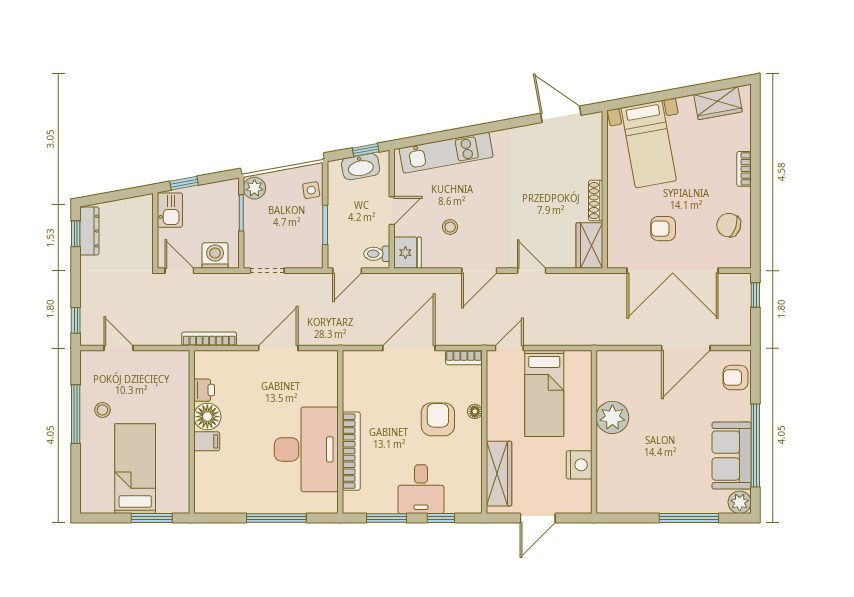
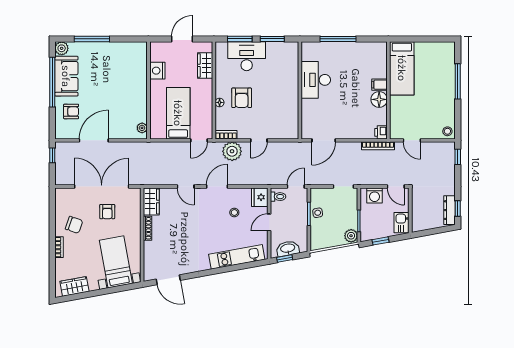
window: (184, 183) -> (380, 241), moved
side table: (311, 190) -> (318, 213), moved
chair: (729, 225) -> (74, 225), moved
armchair: (663, 229) -> (107, 212), turned 90
window: (755, 295) -> (52, 155), moved
plant: (454, 330) -> (232, 151), added
door: (119, 348) -> (412, 140), moved
door: (278, 348) -> (324, 140), moved
door: (409, 348) -> (259, 140), width x0.53
armchair: (735, 378) -> (71, 111), moved
printer: (204, 390) -> (381, 132), moved
stool: (103, 410) -> (447, 131), moved
window: (76, 414) -> (458, 81), moved
plant: (612, 417) -> (142, 128), moved, width x0.53, depth x0.53
desk: (306, 449) -> (316, 80), width x0.73, depth x0.77
bookcase: (351, 451) -> (293, 79), removed
bed: (135, 469) -> (402, 68), moved
wardrobe: (499, 474) -> (205, 65), width x0.67
desk: (421, 489) -> (247, 56), width x1.37
window: (152, 518) -> (412, 39), removed
window: (441, 518) -> (240, 39), width x1.50

